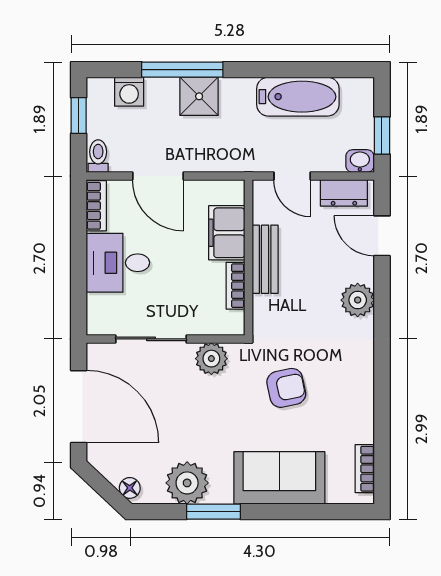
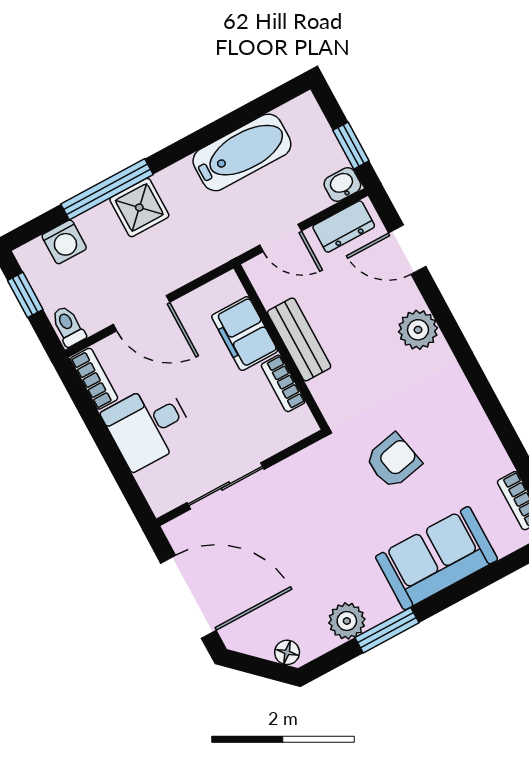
plant: (211, 359) -> (299, 473), removed
plant: (187, 483) -> (347, 621), width x0.73, depth x0.73

